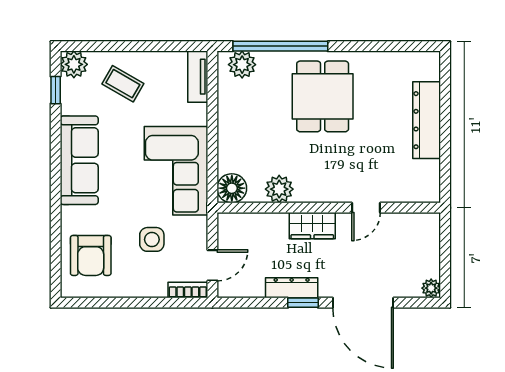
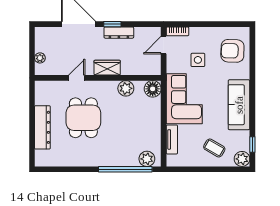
tv unit: (198, 77) -> (172, 139), moved
dining table: (323, 96) -> (83, 118), moved
armchair: (91, 255) -> (232, 51), turned -88
plant: (431, 288) -> (40, 58), moved

